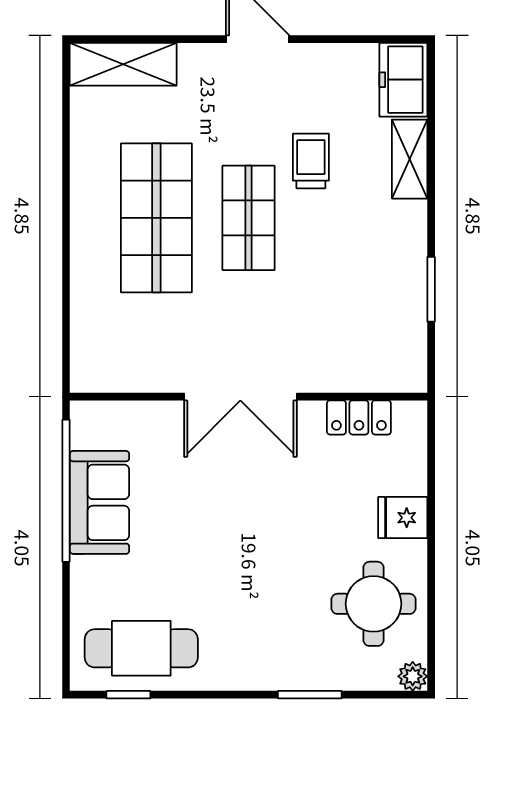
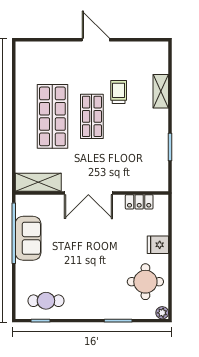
shelving: (123, 64) -> (38, 182), moved
freezer: (403, 80) -> (158, 57), removed
cafe table: (141, 648) -> (46, 301), width x0.73, depth x0.74

